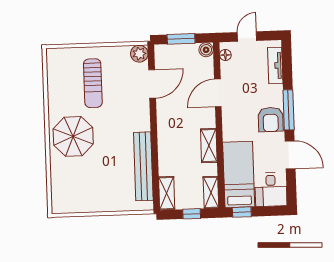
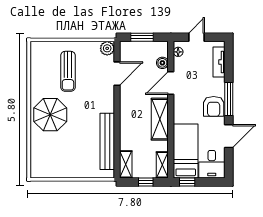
boiler: (206, 50) -> (162, 63), moved
shelving: (209, 146) -> (160, 119), width x1.50, depth x1.33
door: (290, 155) -> (229, 136), hinge flipped

